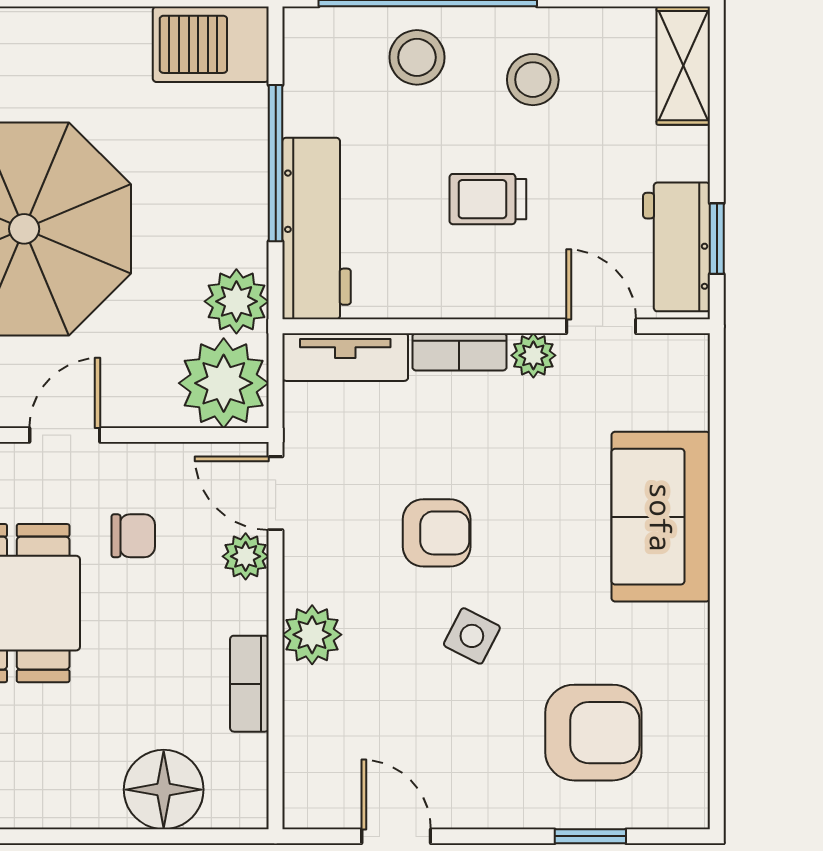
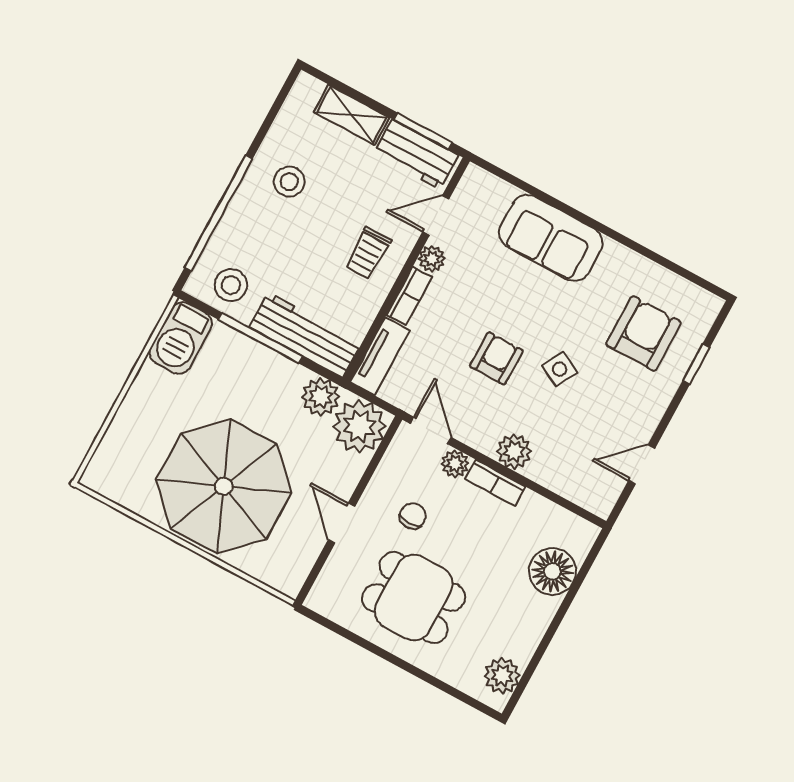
stool: (417, 57) -> (231, 285), moved
shelving: (683, 66) -> (352, 115), moved
trolley: (488, 199) -> (368, 253), moved
window: (717, 239) -> (423, 131), width x1.50
door: (276, 493) -> (431, 430), swing flipped
bookcase: (249, 684) -> (495, 483), moved

